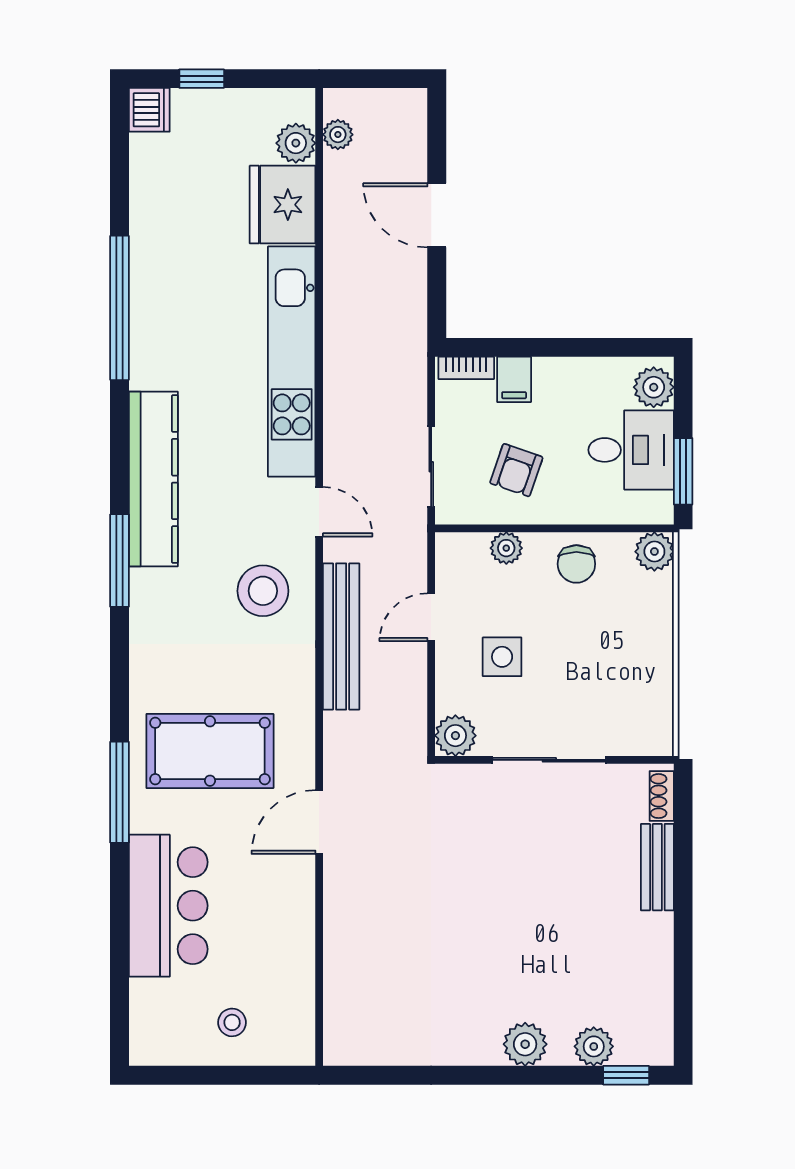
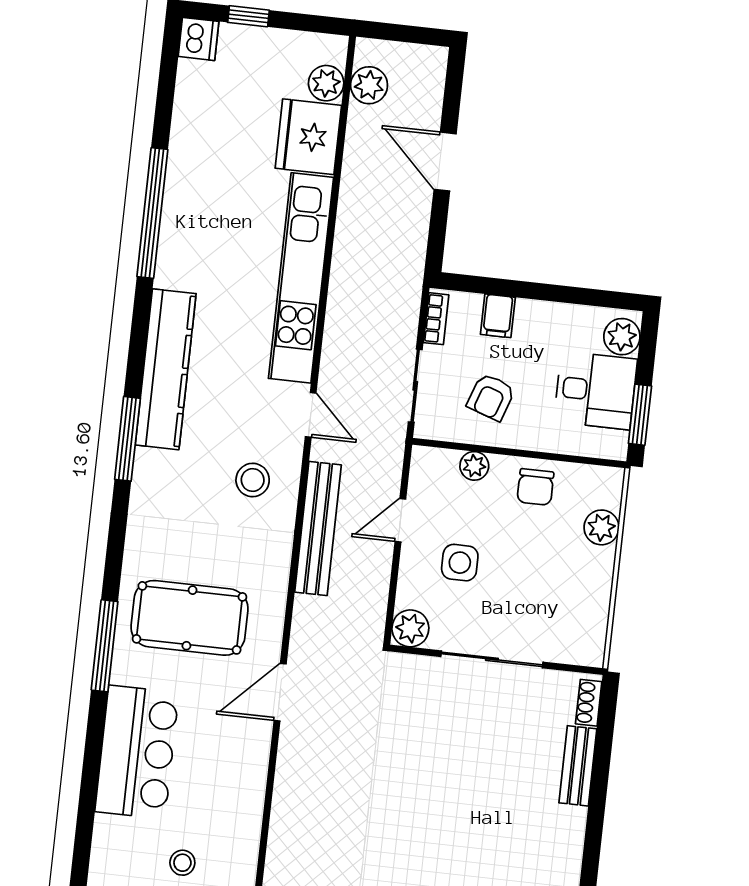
plant: (338, 135) -> (369, 85), width x1.38, depth x1.38
bookcase: (466, 368) -> (436, 319), moved, turned -90
plant: (654, 552) -> (602, 527), moved
stool: (263, 591) -> (253, 480), width x0.73, depth x0.73

